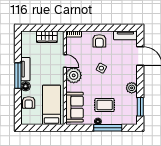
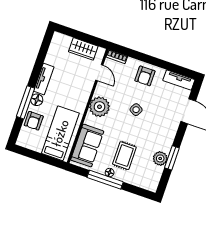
door: (65, 61) -> (99, 73), moved
window: (18, 76) -> (25, 102), moved
plant: (132, 88) -> (160, 158), moved
rug: (105, 105) -> (124, 156), turned 90
window: (140, 107) -> (172, 158), moved
window: (108, 128) -> (105, 180), moved

